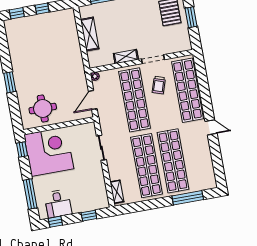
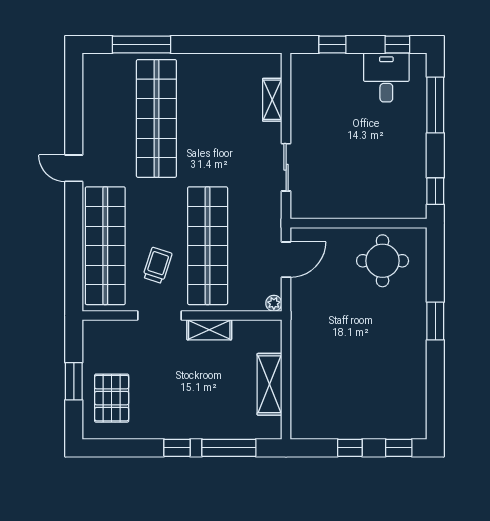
corner desk: (49, 152) -> (386, 178), removed
shop shelf: (147, 166) -> (208, 118), removed
shelving: (117, 192) -> (272, 100), moved

